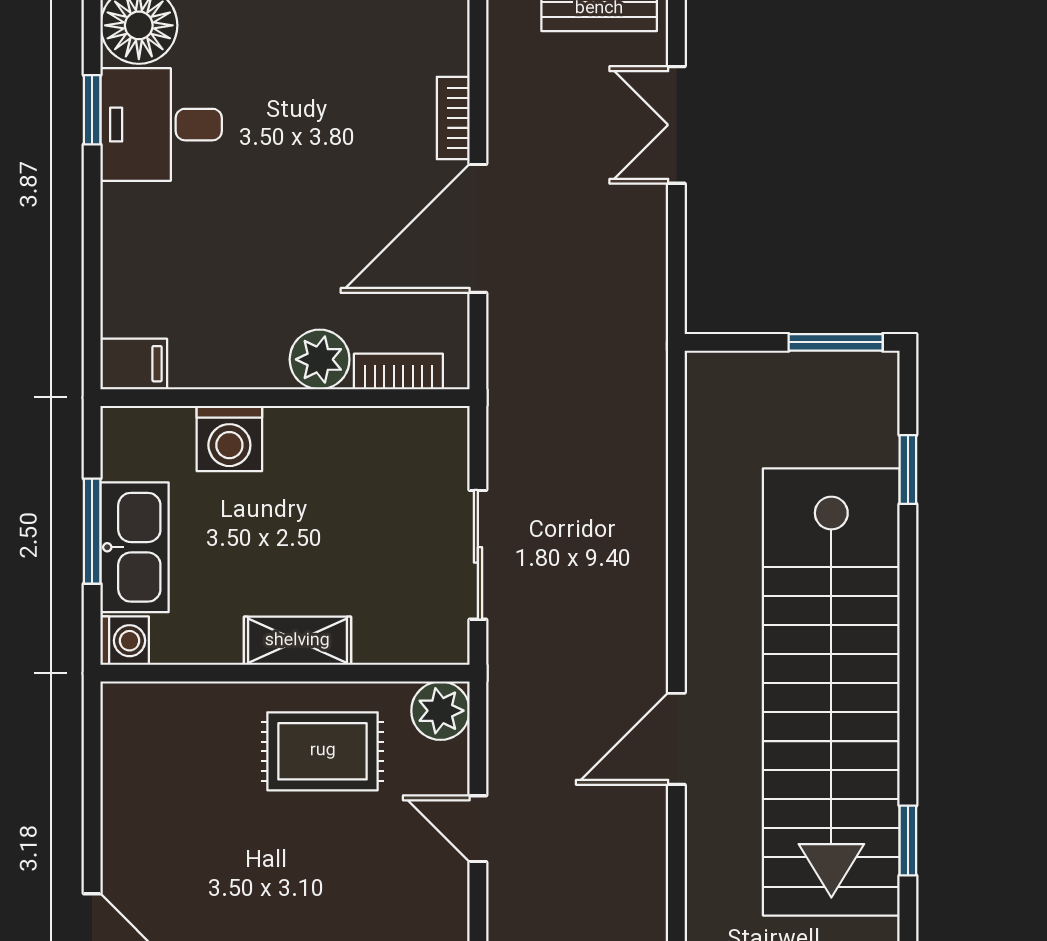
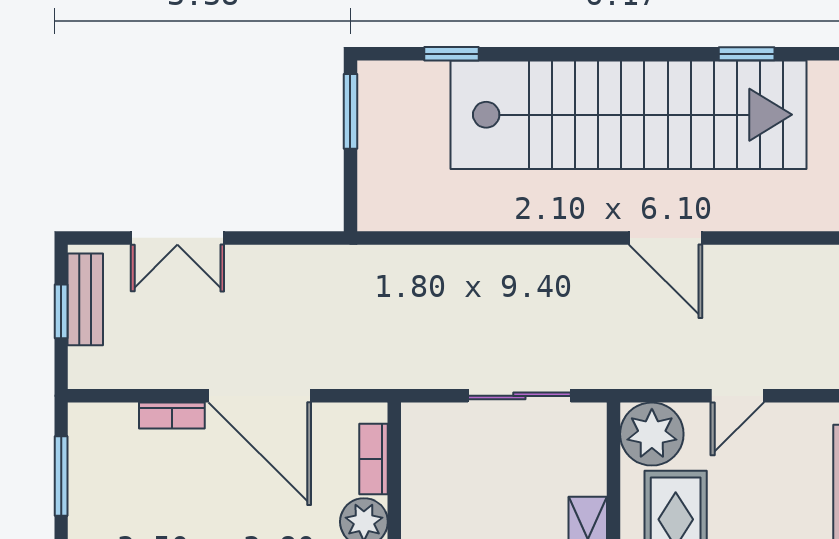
plant: (440, 711) -> (652, 434), width x1.36, depth x1.36

